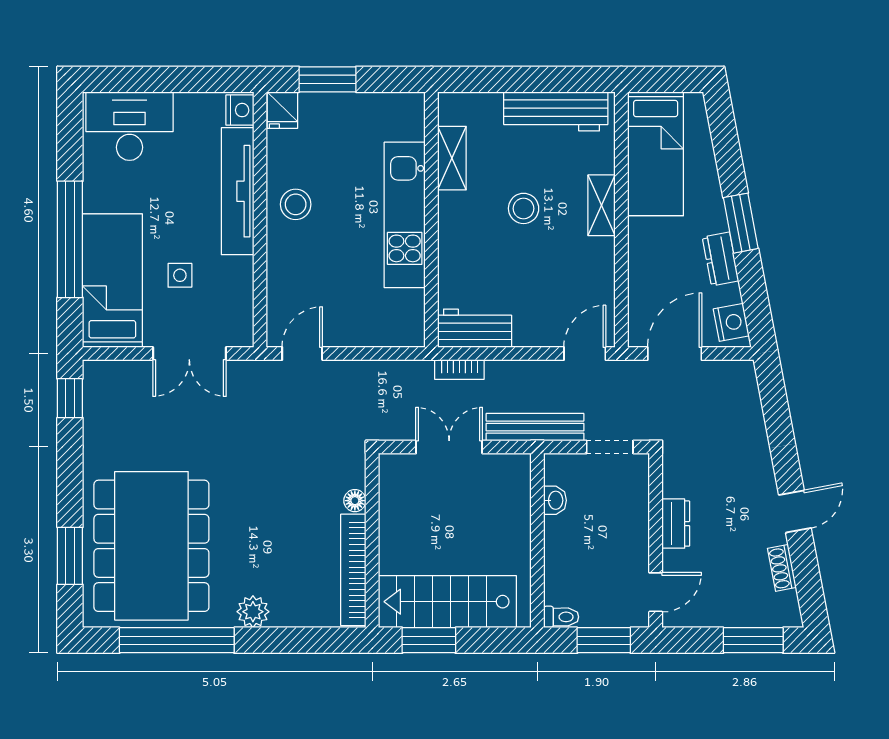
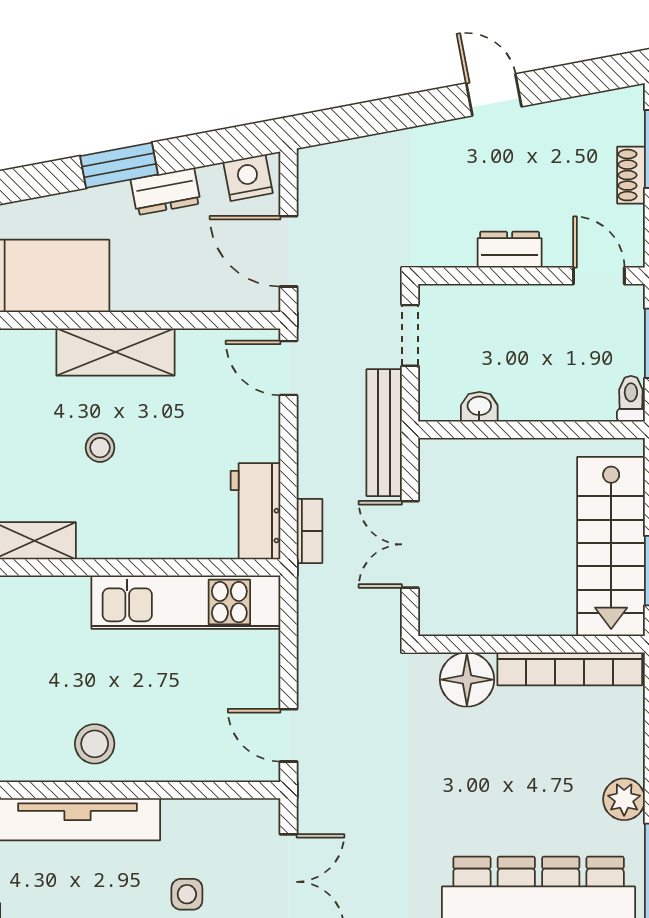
shelving: (602, 205) -> (115, 352), width x1.50, depth x1.33
stool: (524, 208) -> (100, 448), width x0.73, depth x0.73
kitchen unit: (405, 215) -> (186, 602), moved
floor lamp: (355, 501) -> (467, 680), width x1.89, depth x1.89
shoe rack: (782, 568) -> (631, 175), moved, turned 101

